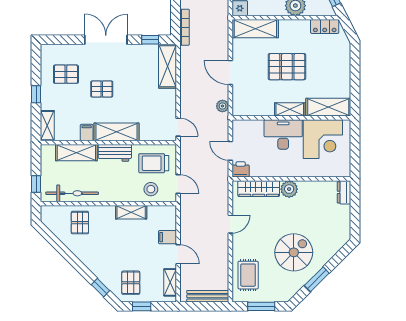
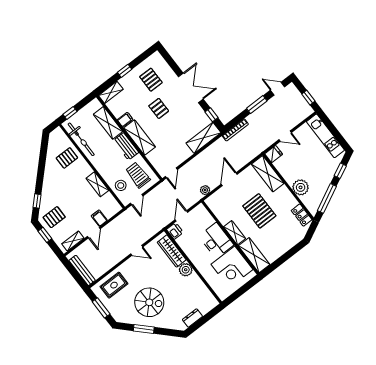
dresser: (344, 192) -> (192, 318), moved

